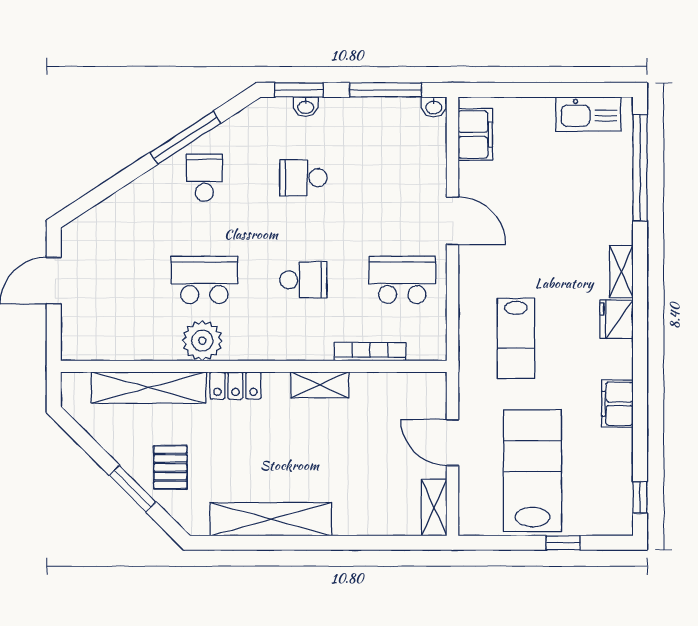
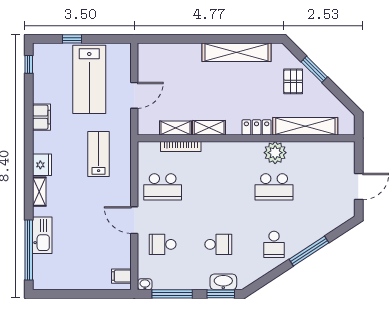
washbasin: (306, 107) -> (223, 282), width x1.91, depth x1.45
kitchen sink: (588, 114) -> (42, 235), moved, turned 90
filing cabinet: (475, 134) -> (121, 276), width x0.50
window: (185, 138) -> (309, 251), moved
school desk: (303, 280) -> (163, 244), moved
door: (452, 443) -> (134, 95), hinge flipped
shelving: (434, 508) -> (176, 128), moved, turned 90

